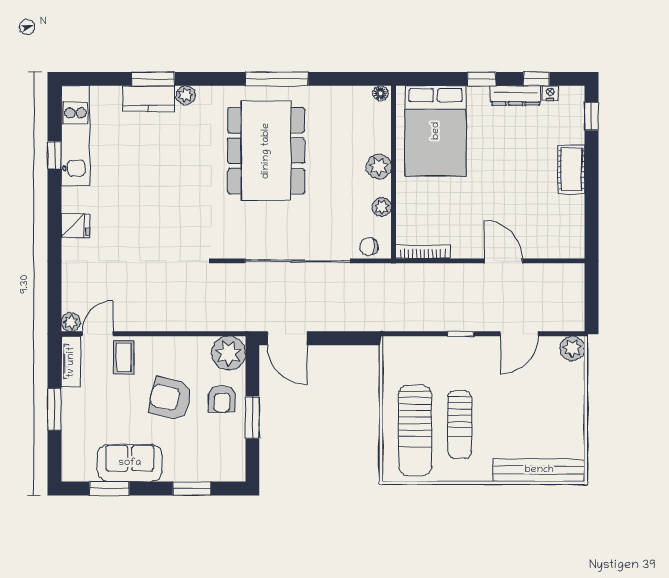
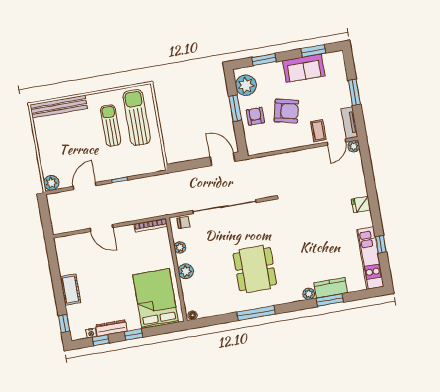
dining table: (266, 151) -> (255, 269), width x0.73, depth x0.80
plant: (229, 353) -> (246, 85), moved

